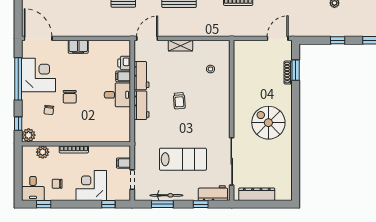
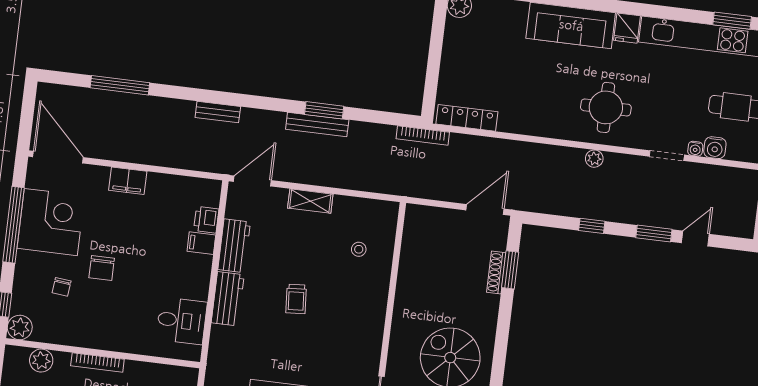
desk: (117, 95) -> (182, 321), moved

